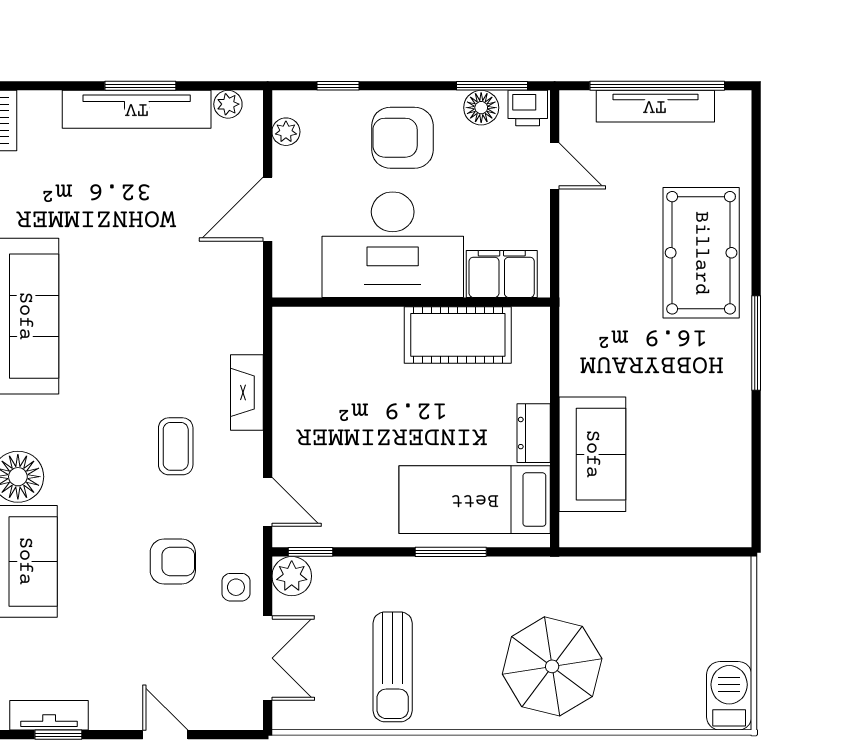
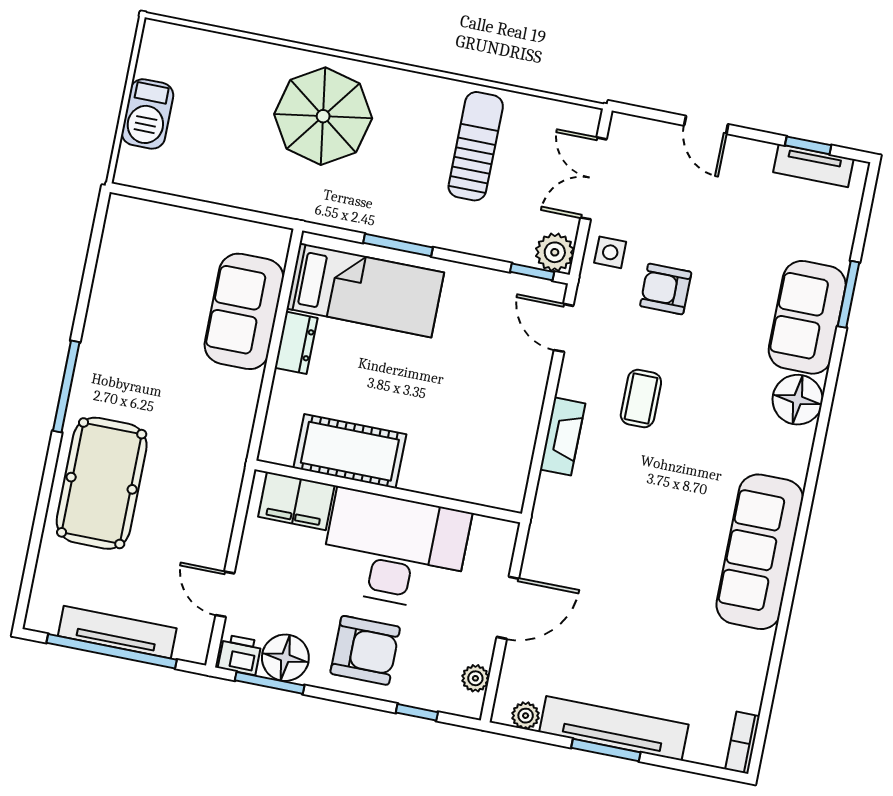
floor lamp: (481, 108) -> (285, 658), width x1.38, depth x1.38
barbecue: (729, 696) -> (147, 114), moved

